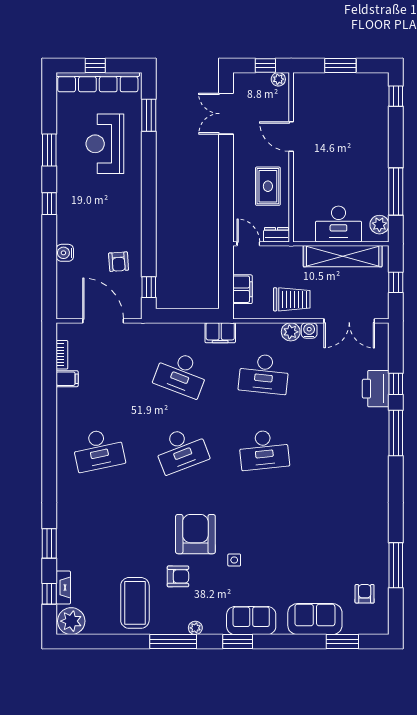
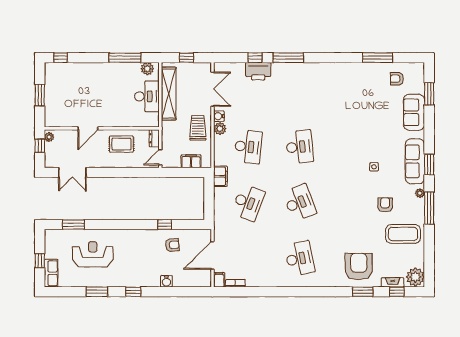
row of seats: (98, 82) -> (51, 273), width x0.50
reception desk: (105, 144) -> (93, 254), turned 180
window: (149, 287) -> (165, 225), moved
filing cabinet: (67, 379) -> (219, 280), moved
armchair: (195, 534) -> (359, 267), moved, turned 90
sofa: (251, 621) -> (415, 161), width x1.36

